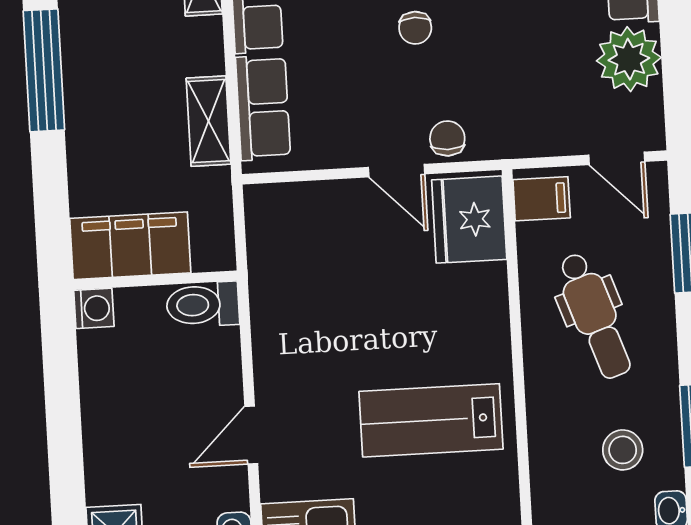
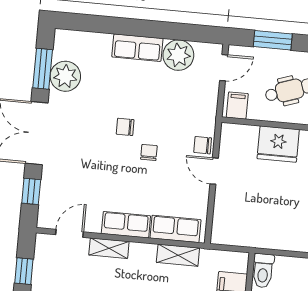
chair: (415, 28) -> (149, 152), turned -90
door: (397, 171) -> (214, 171), swing flipped
fridge: (469, 220) -> (278, 144), moved

